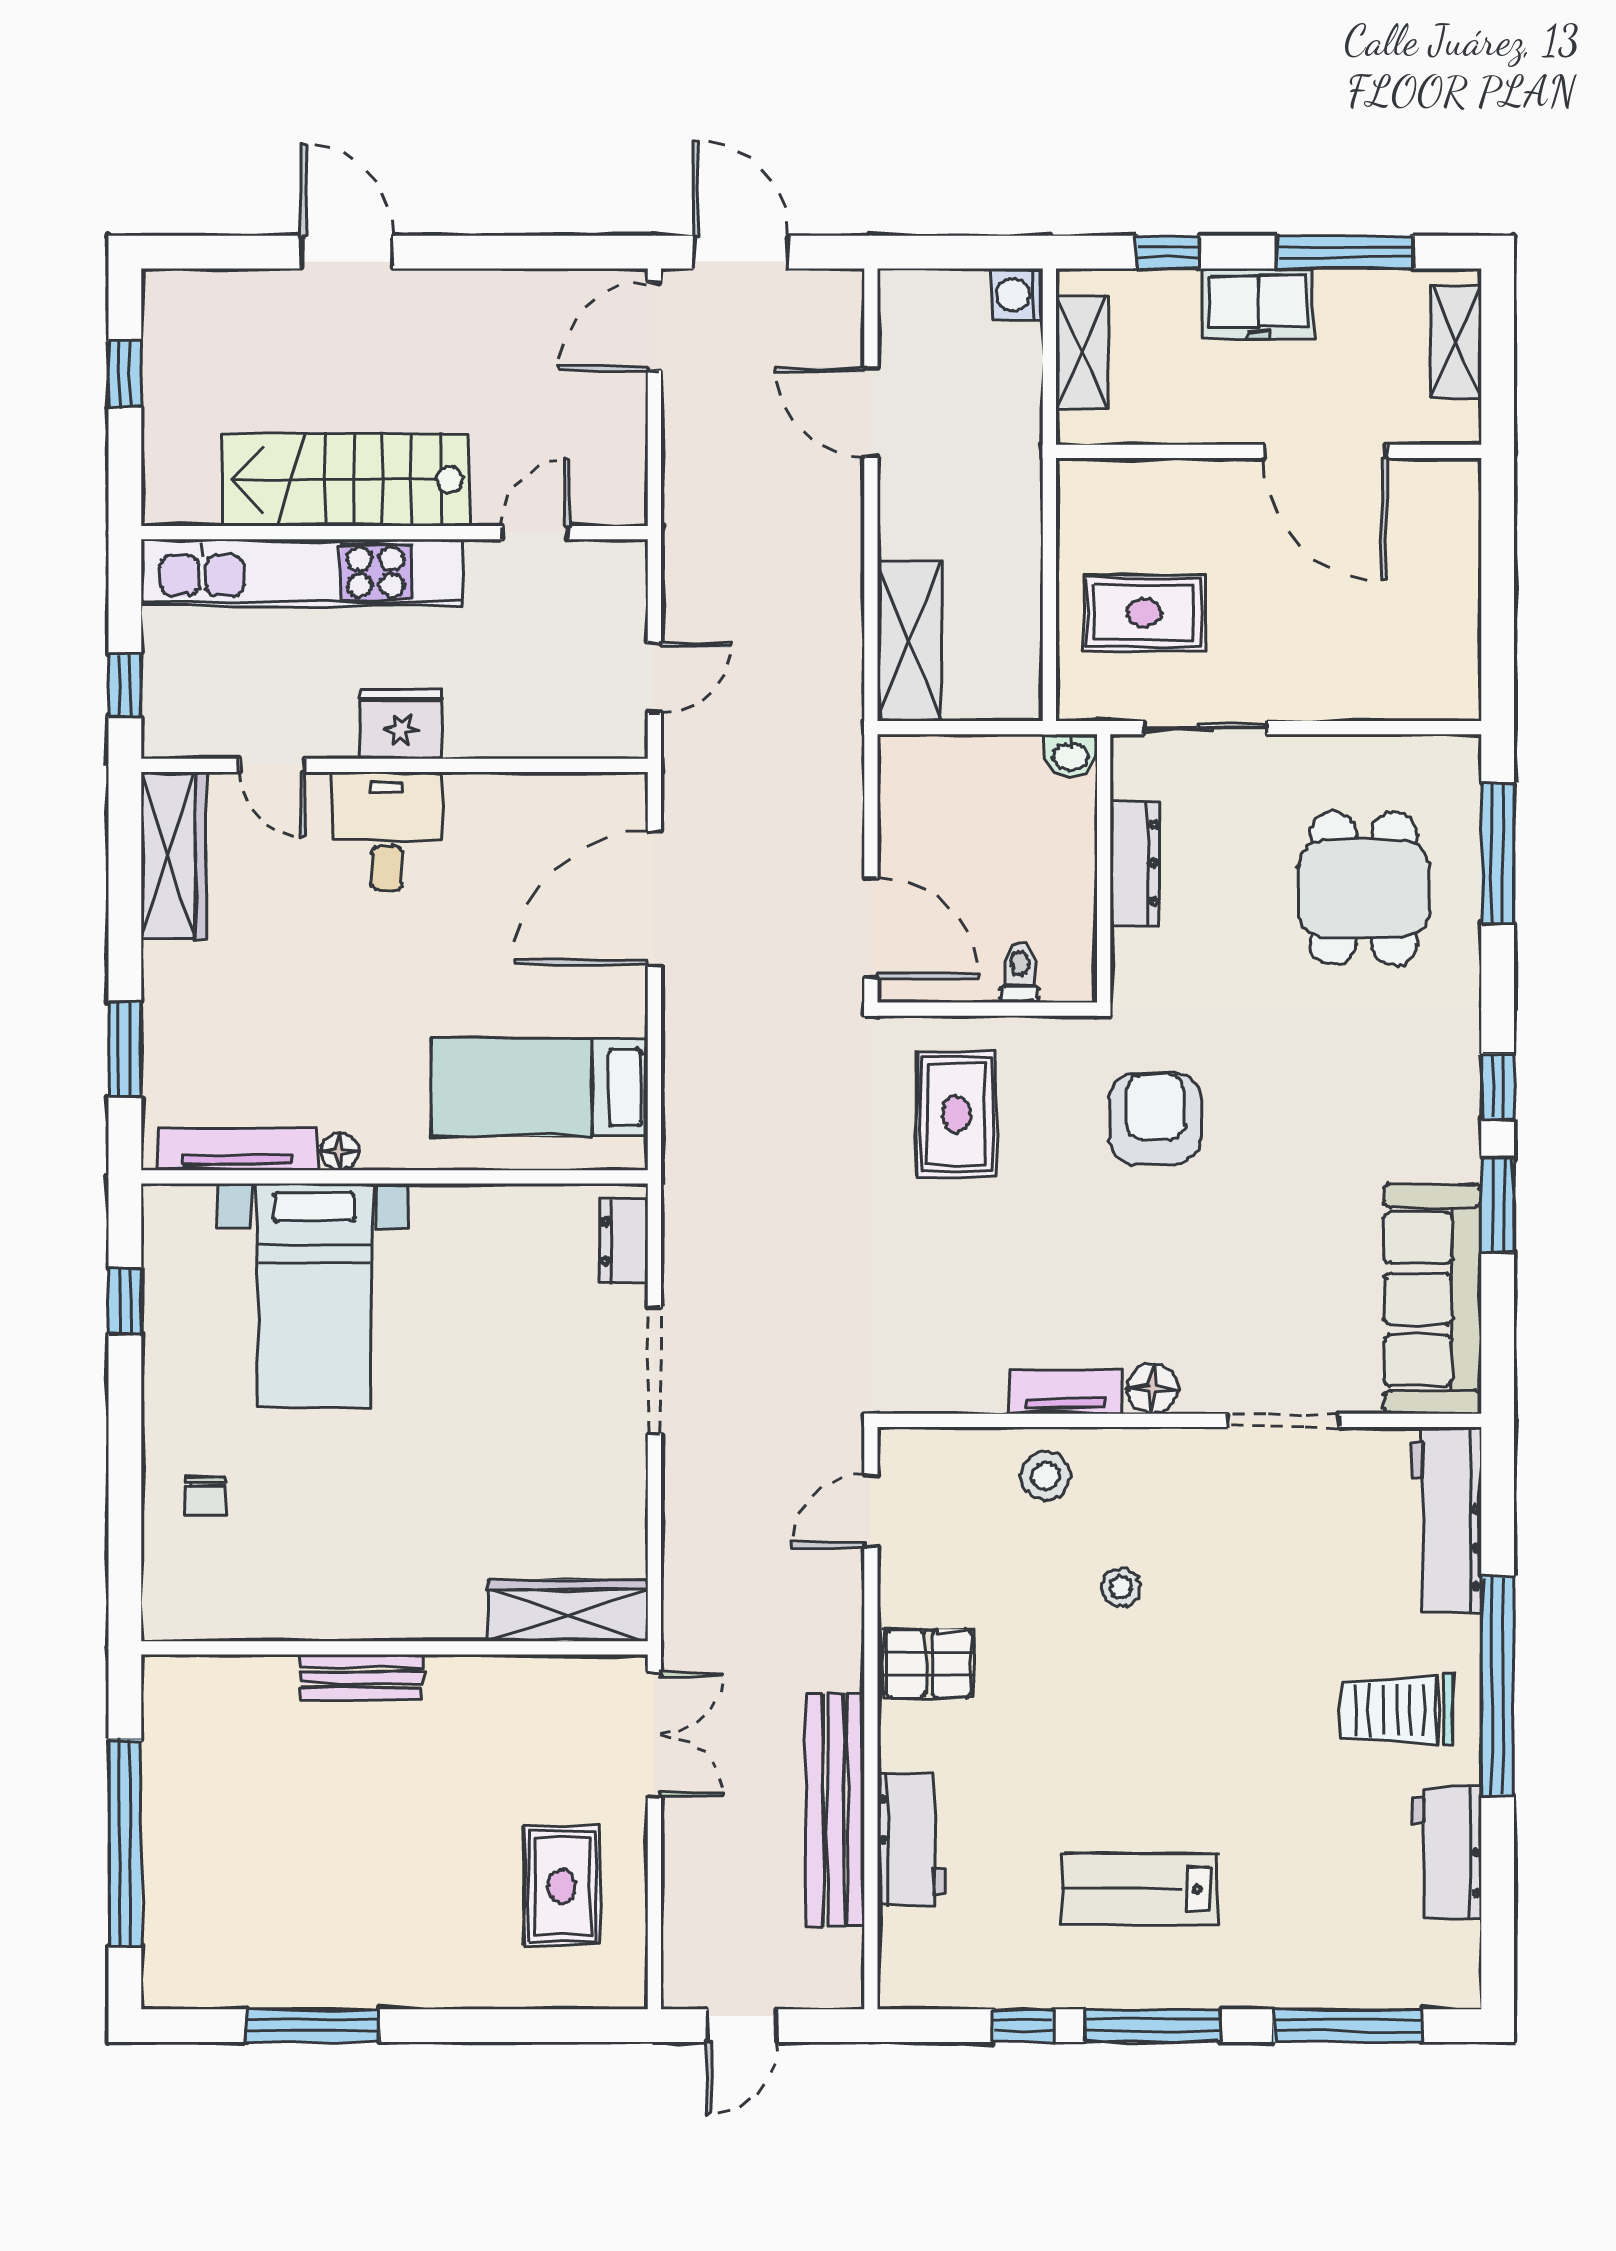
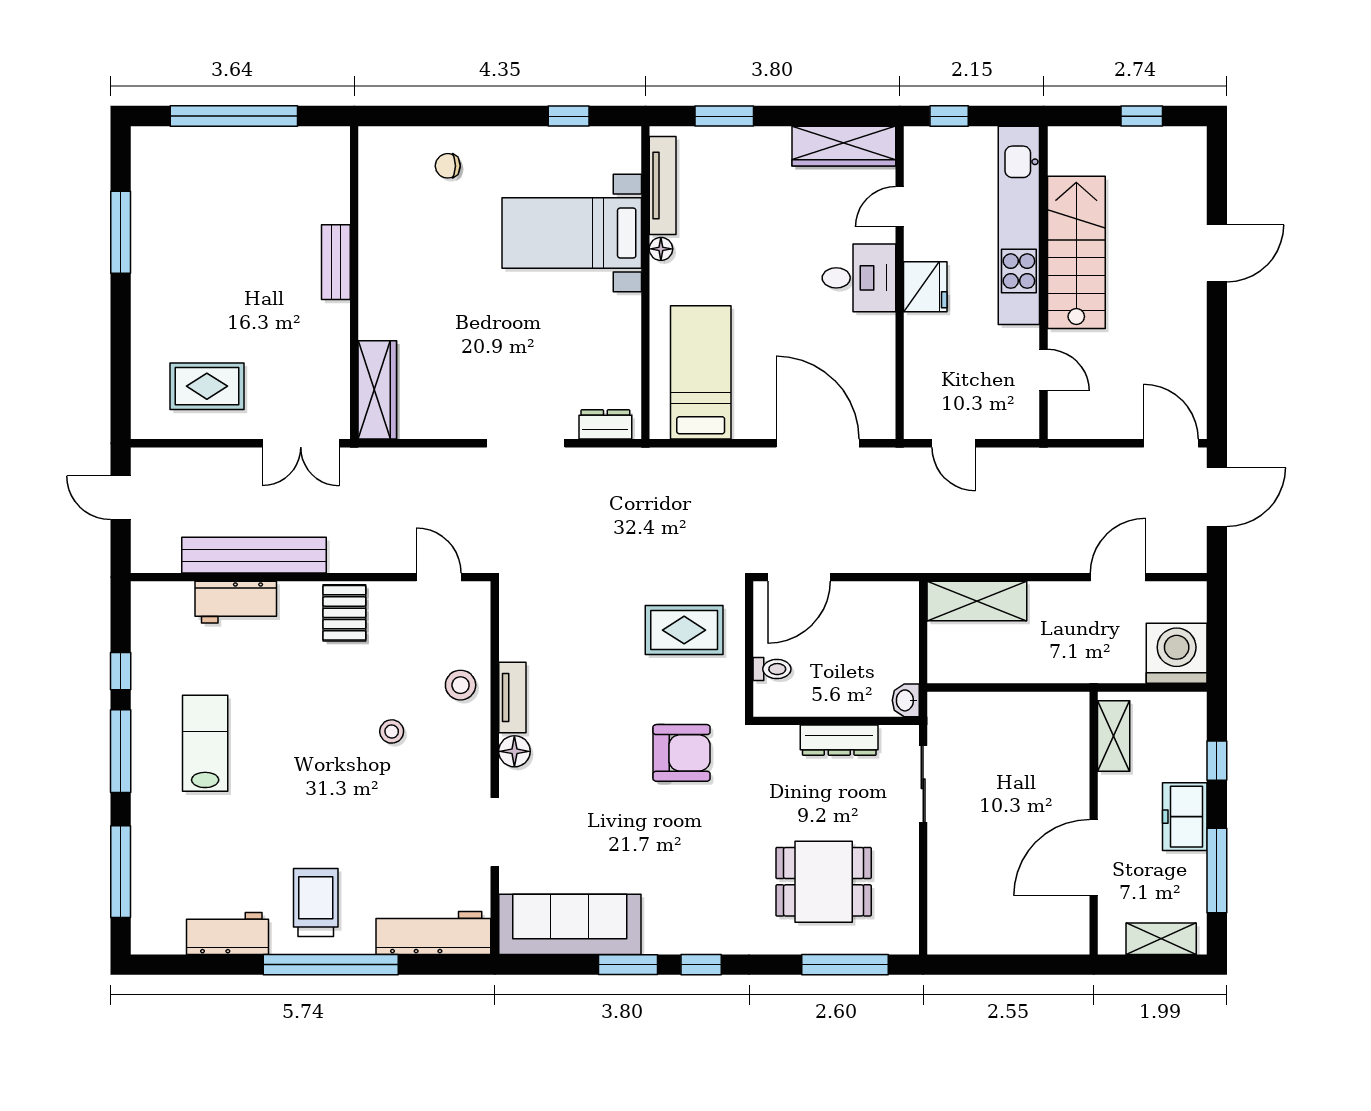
washing machine: (1017, 294) -> (1177, 653), width x1.89, depth x1.89
shelving: (1082, 352) -> (1114, 736), moved, turned 90
rug: (1144, 613) -> (994, 746), removed

